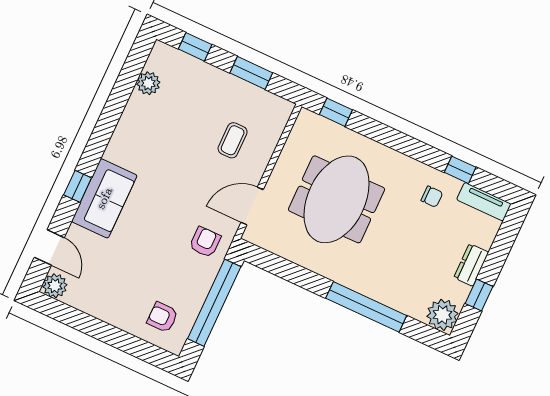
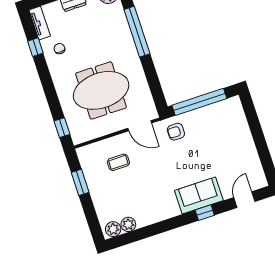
window: (195, 47) -> (92, 219), removed
plant: (55, 286) -> (113, 229), moved
armchair: (162, 317) -> (228, 119), removed

